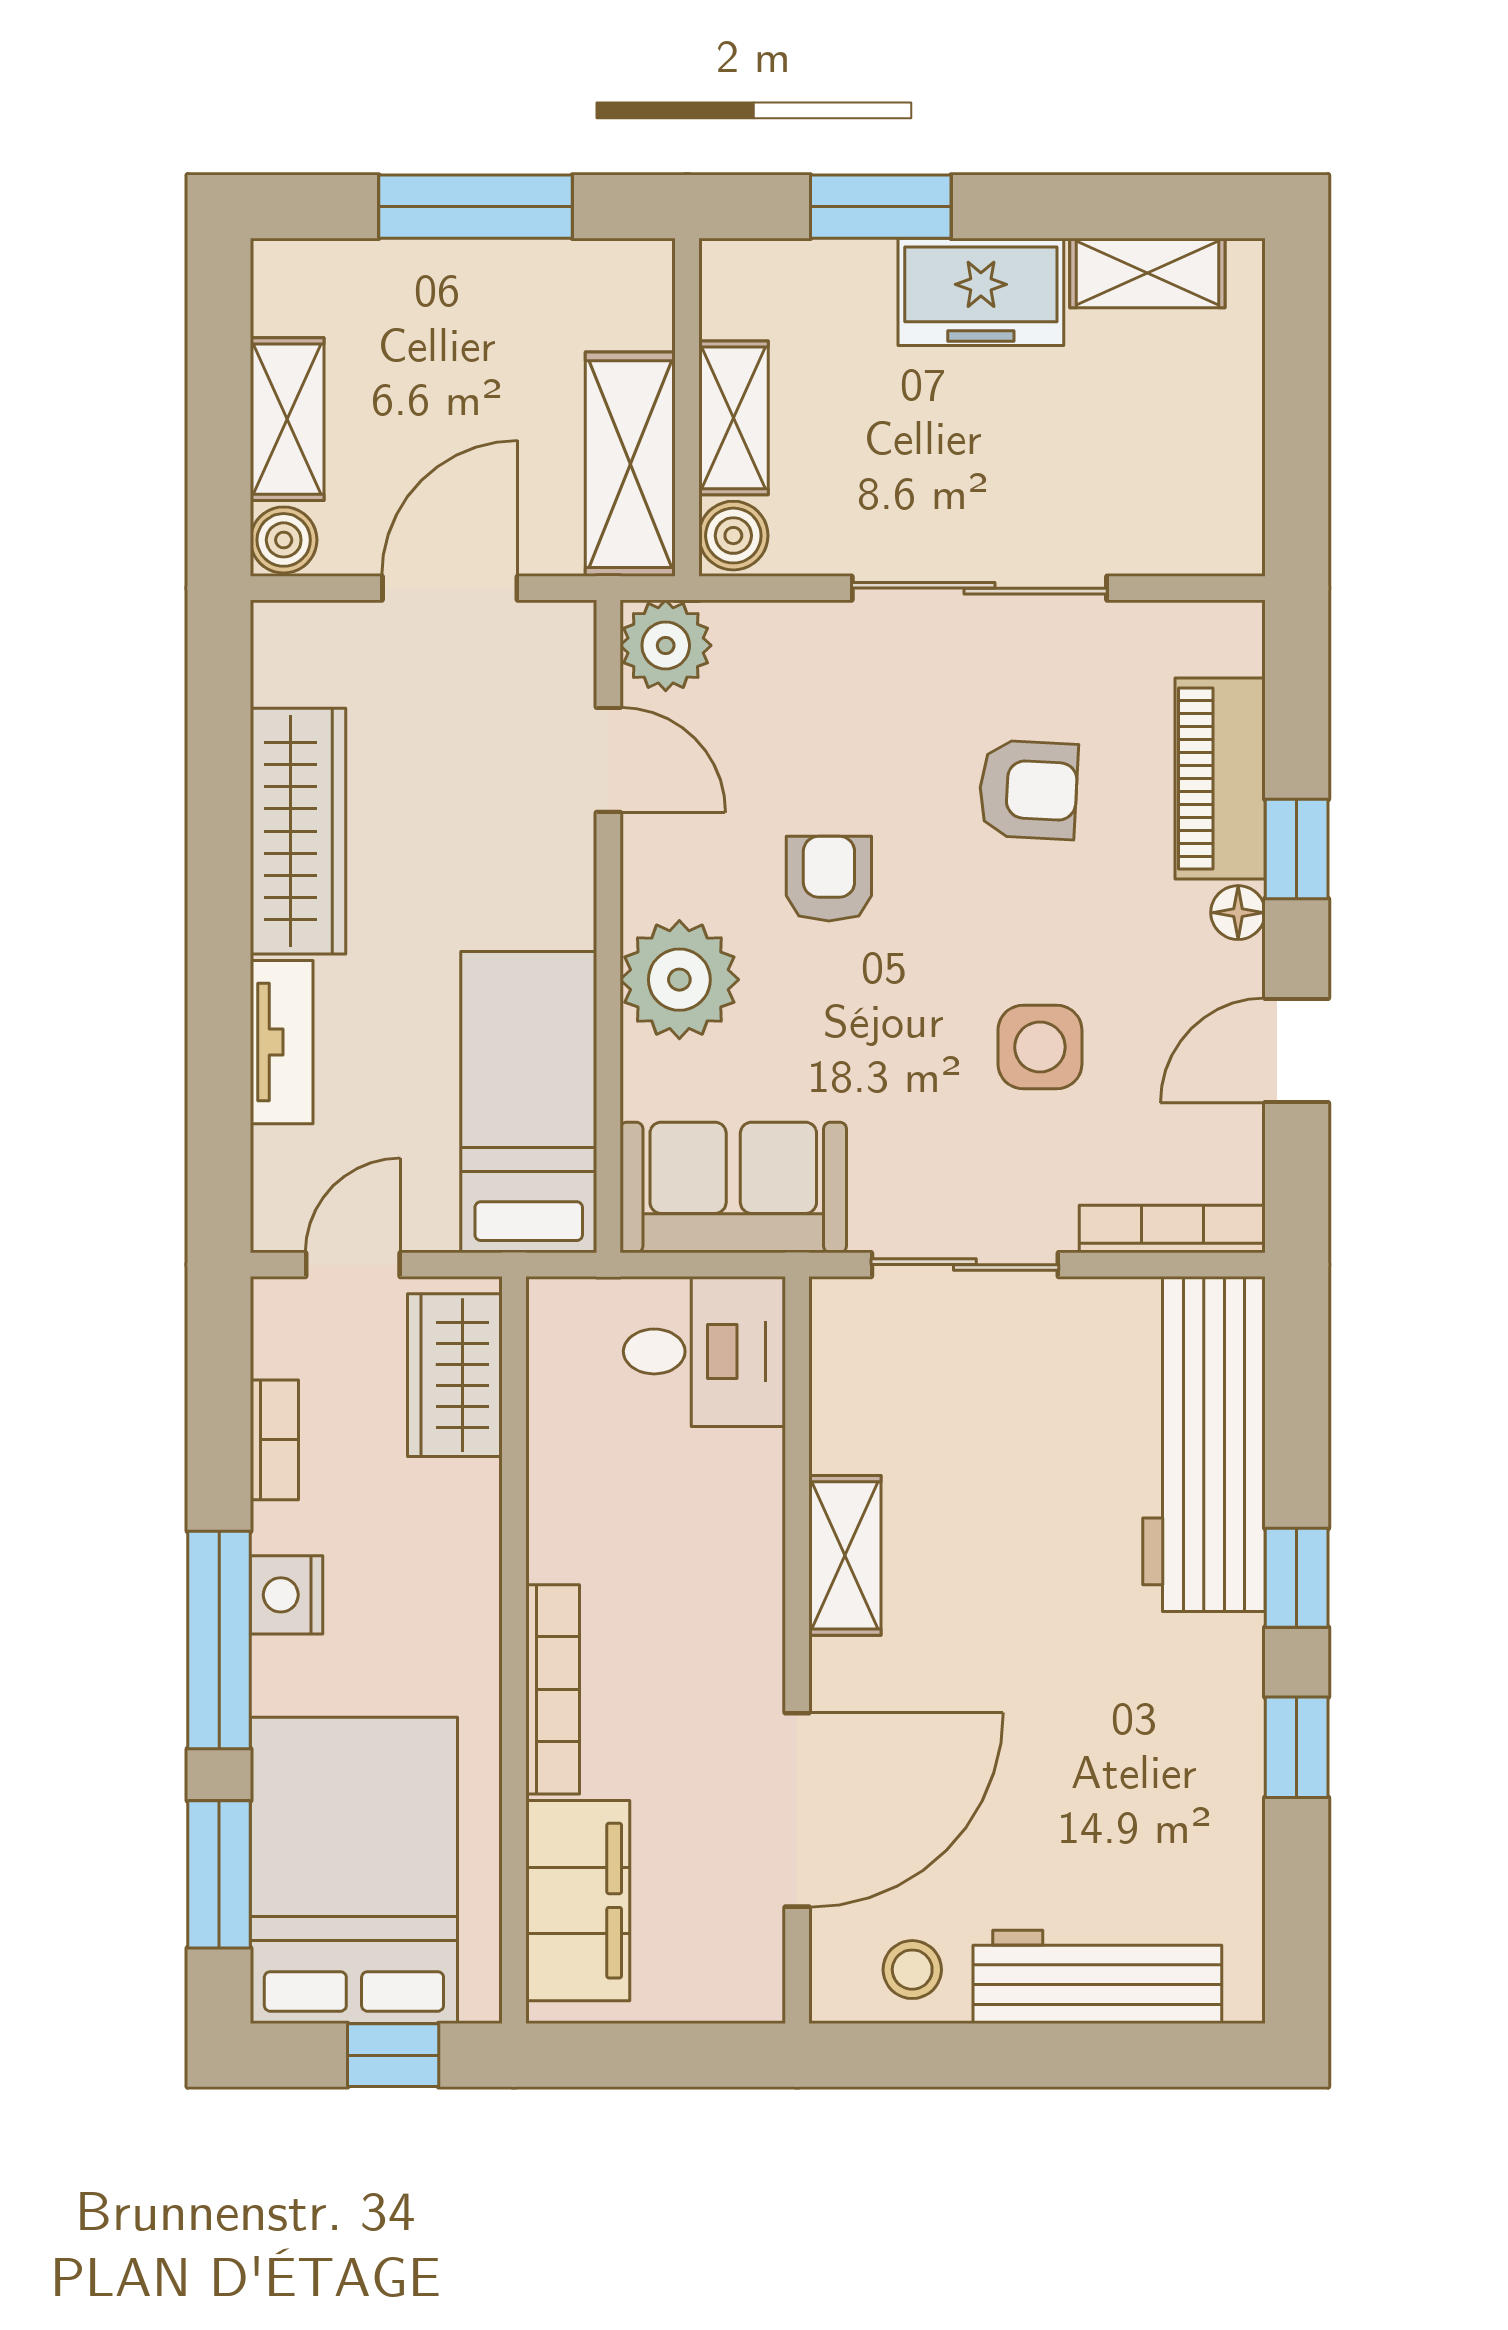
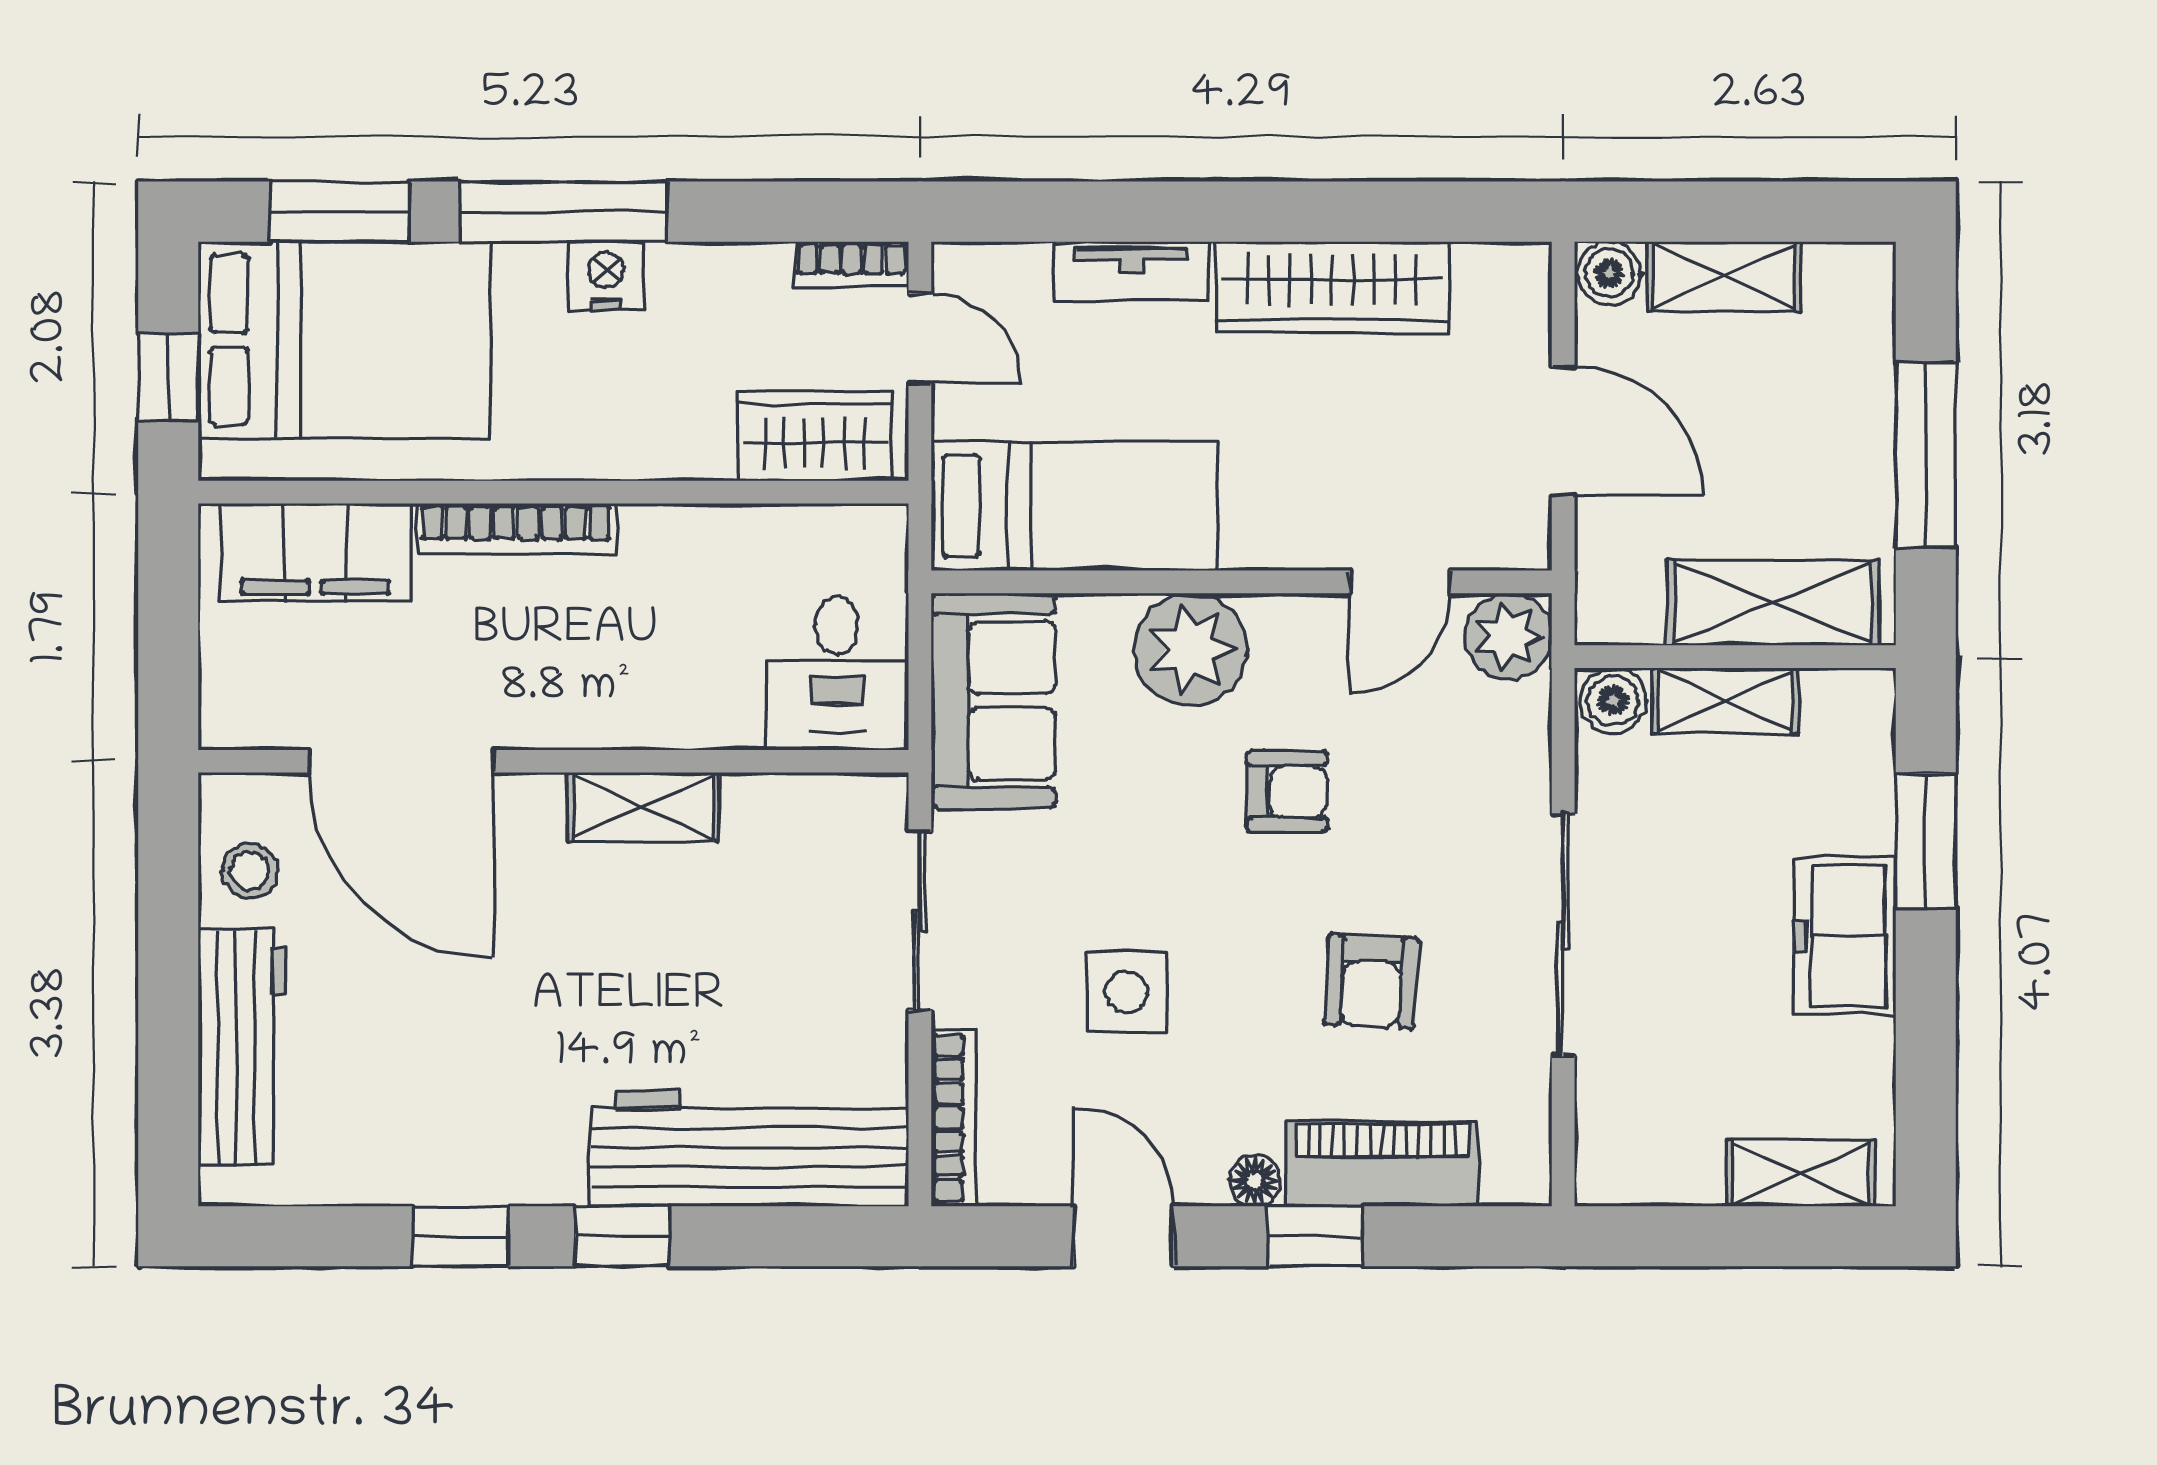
shelving: (1147, 273) -> (1801, 1173), moved, turned 90
shelving: (630, 464) -> (1773, 603), moved
bookcase: (274, 1440) -> (852, 264), moved

